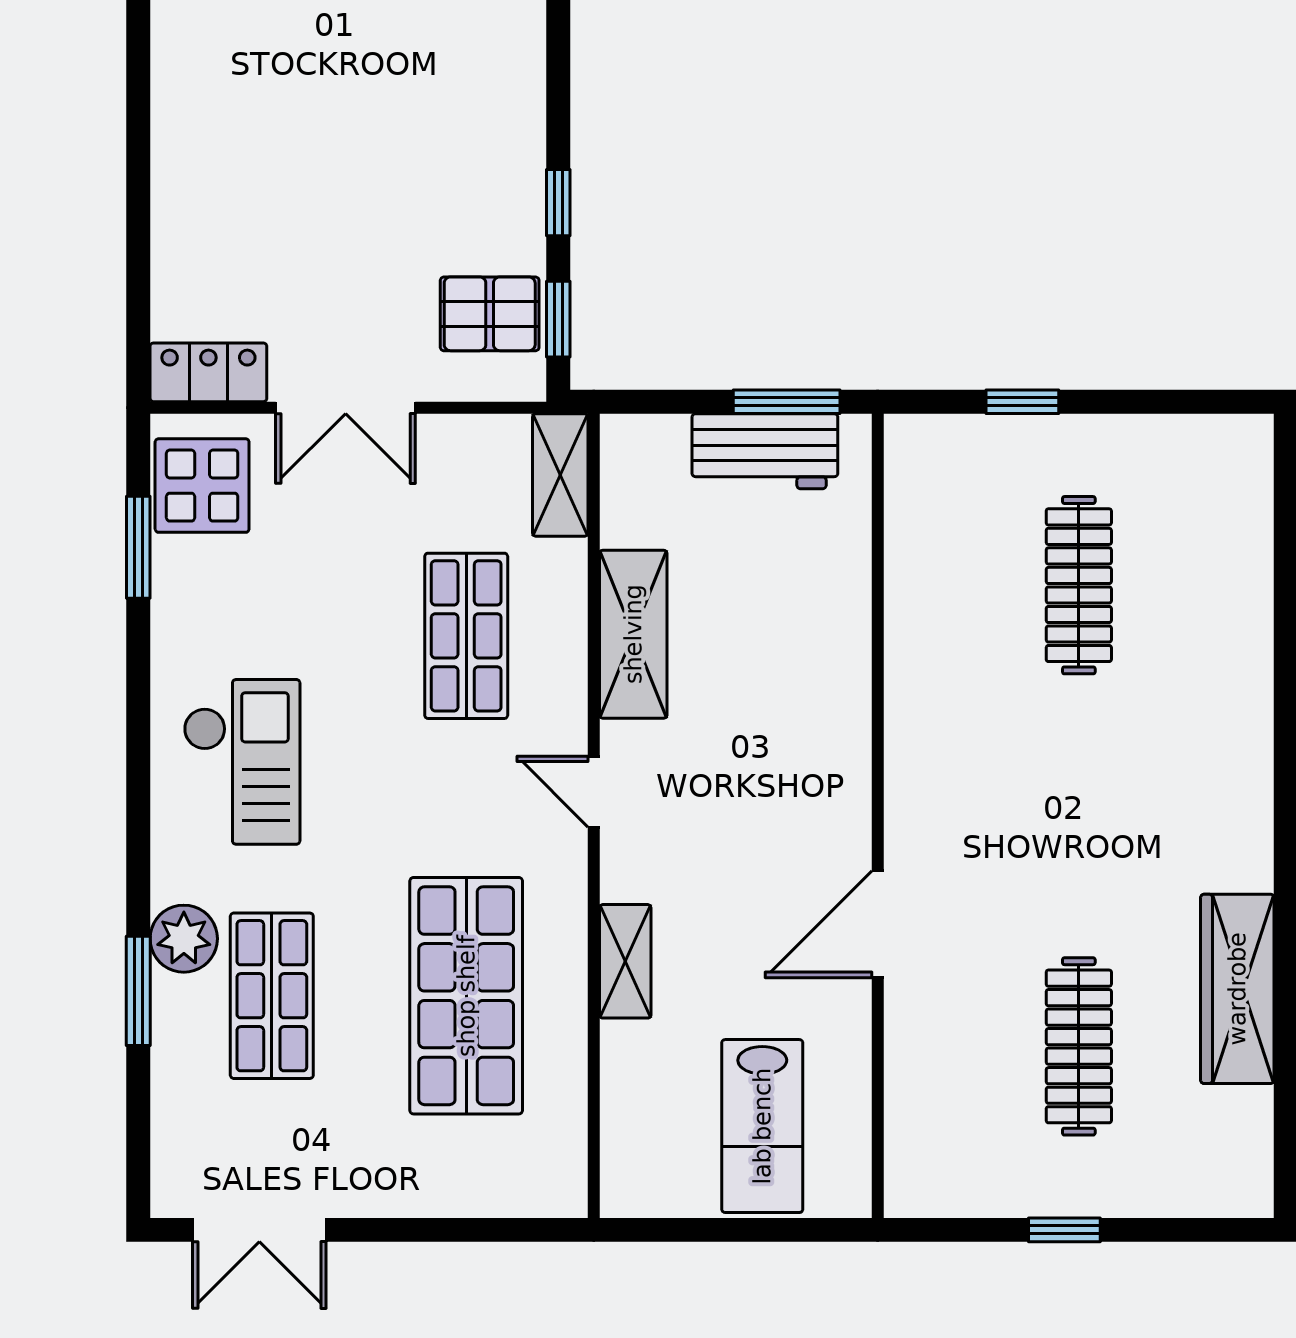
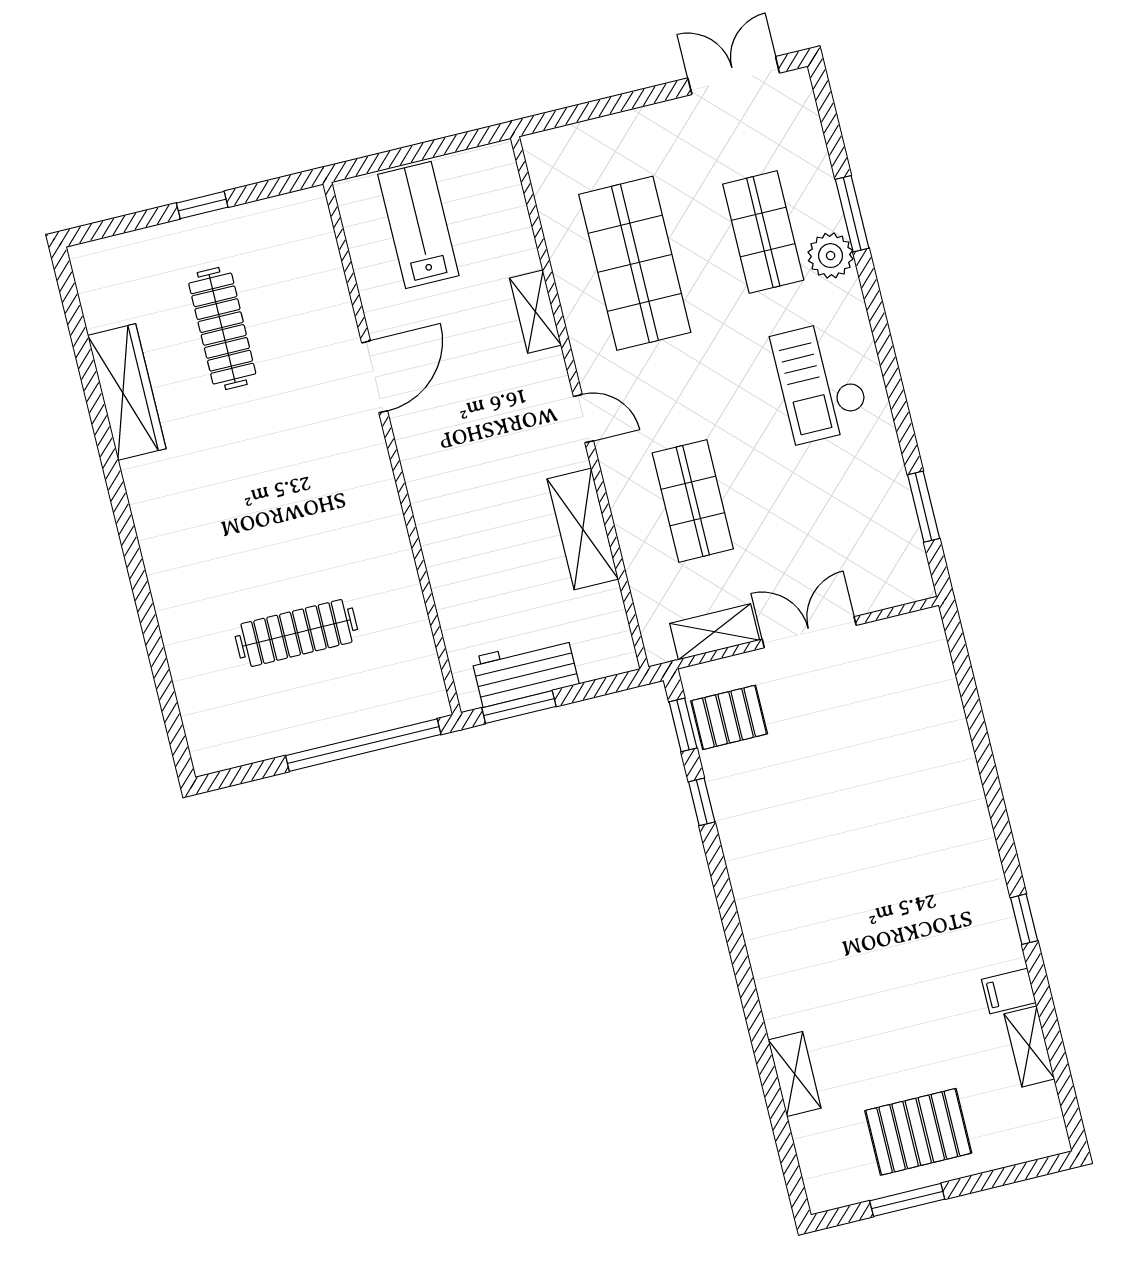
locker: (208, 372) -> (905, 633), removed
window: (1022, 402) -> (363, 745), width x3.17
shelving: (560, 475) -> (715, 632), moved, turned 90
display table: (202, 486) -> (891, 558), removed
clothes rail: (1079, 585) -> (296, 633), turned 90

